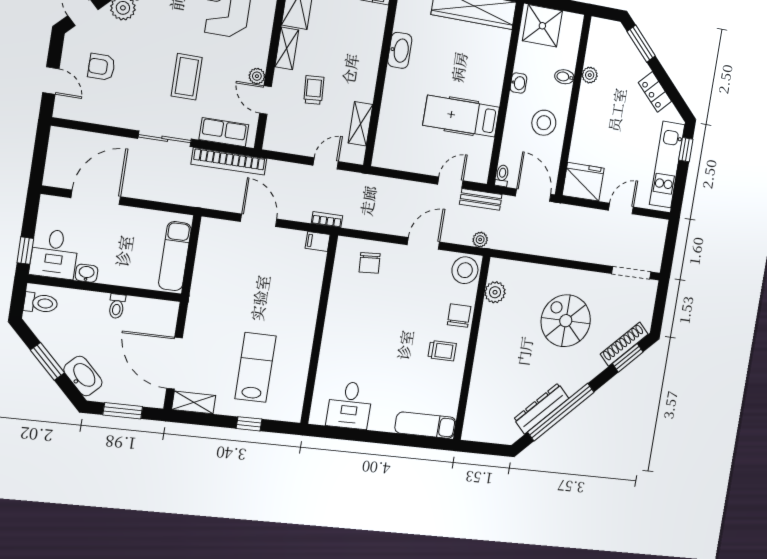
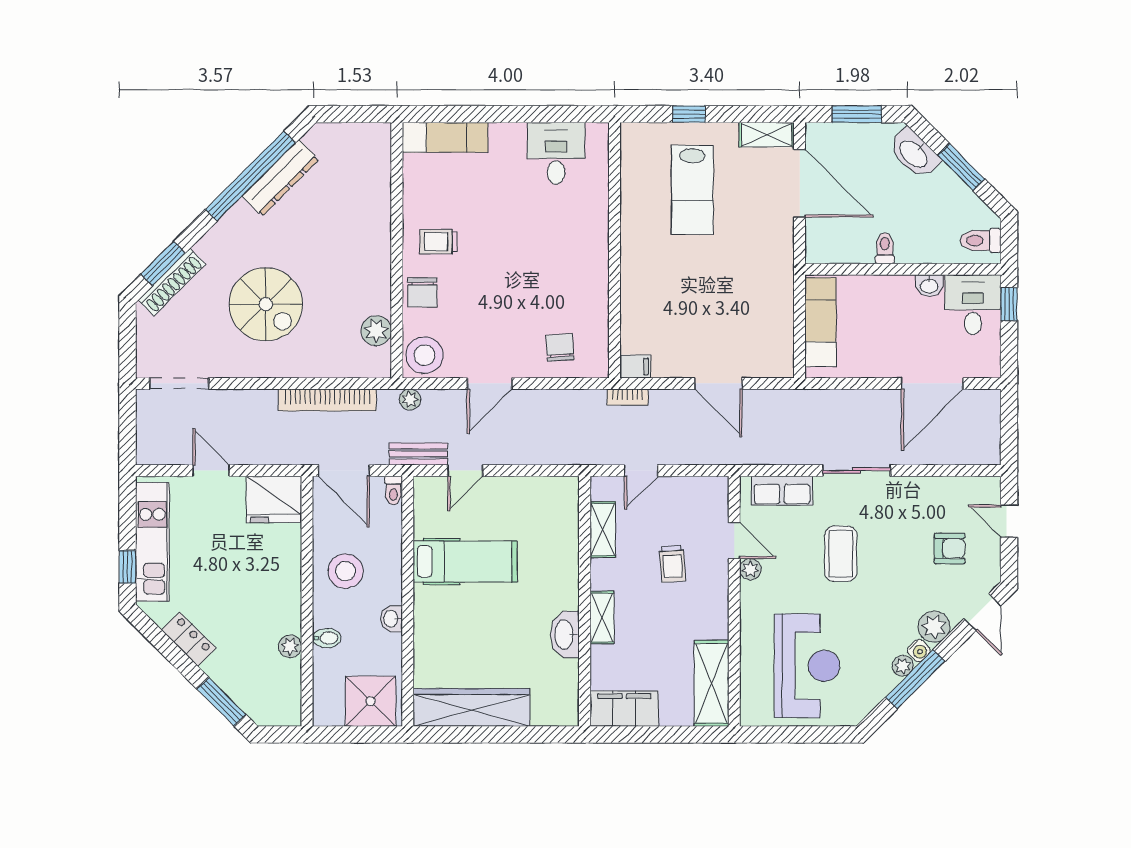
shelving: (287, 48) -> (602, 618), moved
bookcase: (229, 161) -> (327, 400), moved, turned 180
door: (621, 209) -> (211, 471), swing flipped

